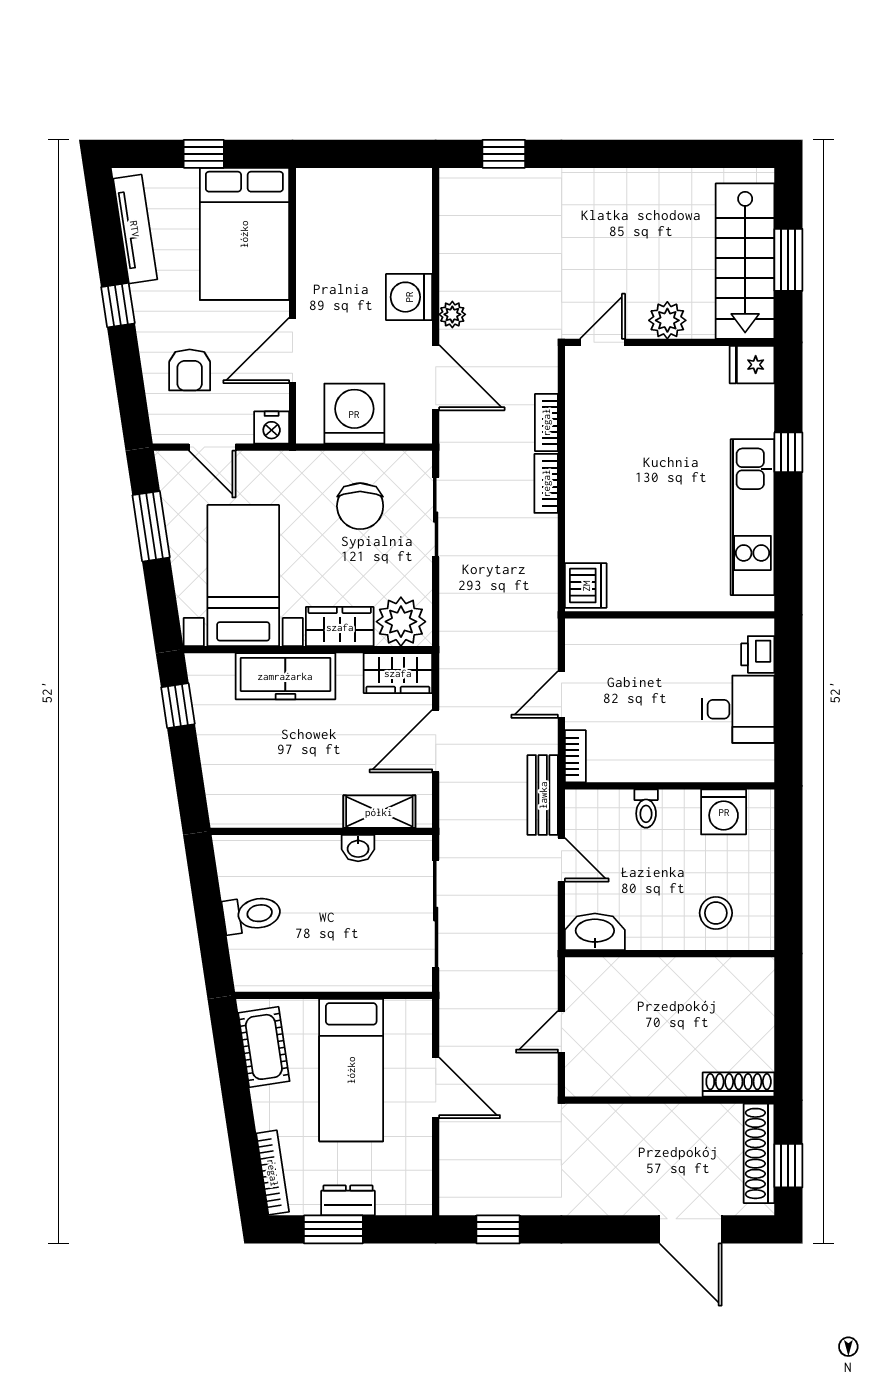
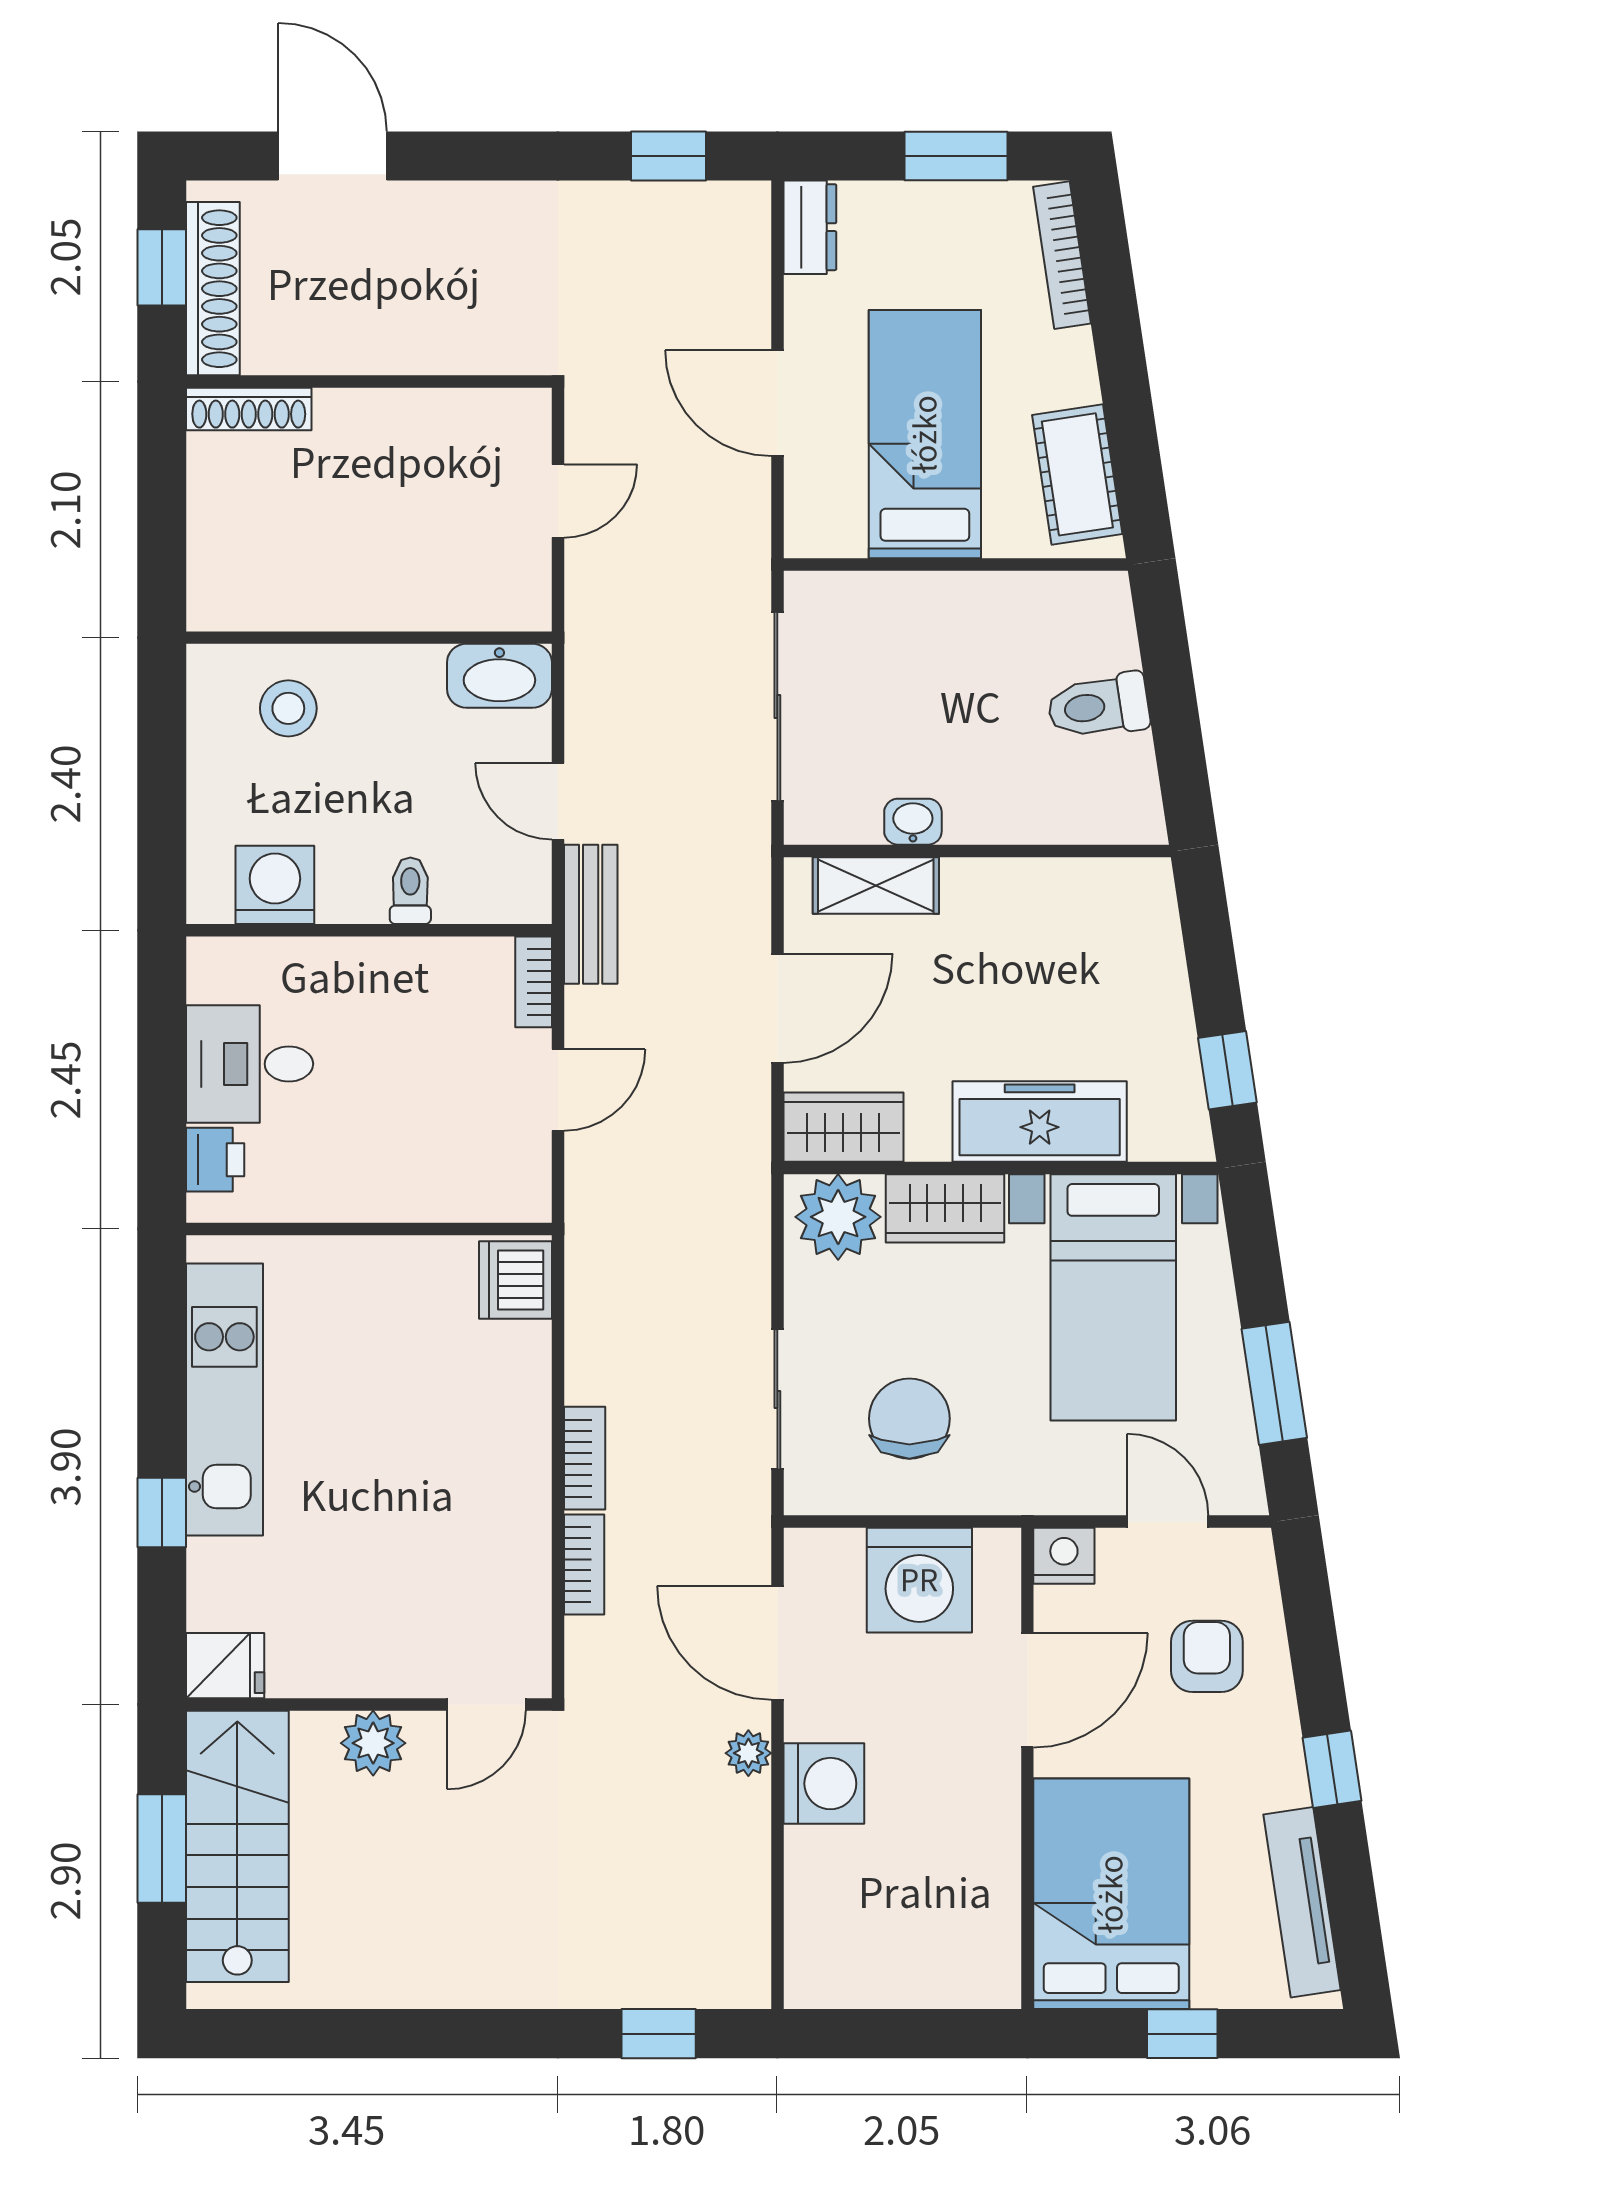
dresser: (348, 1200) -> (810, 227), moved, turned -90

